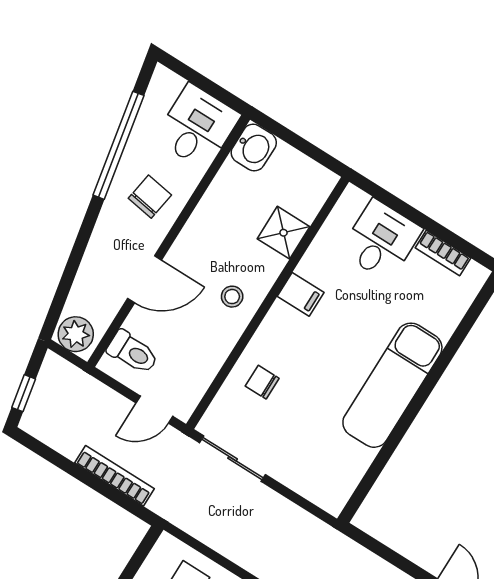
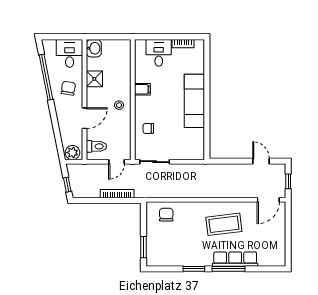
shower: (284, 233) -> (94, 79), moved

